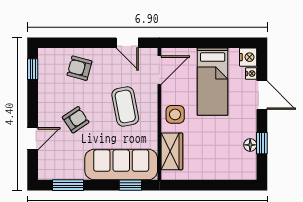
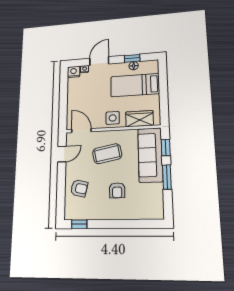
armchair: (80, 68) -> (79, 188), turned -92
bed: (213, 82) -> (135, 85), moved, turned 180
armchair: (76, 120) -> (117, 190), turned -146
door: (33, 139) -> (132, 224), removed
window: (68, 185) -> (167, 177), moved

